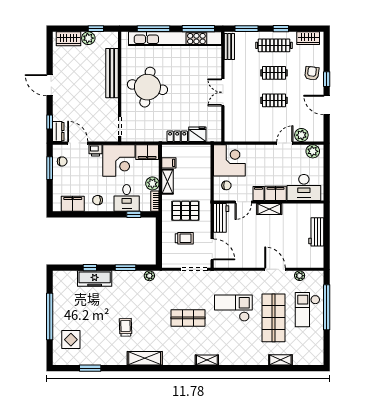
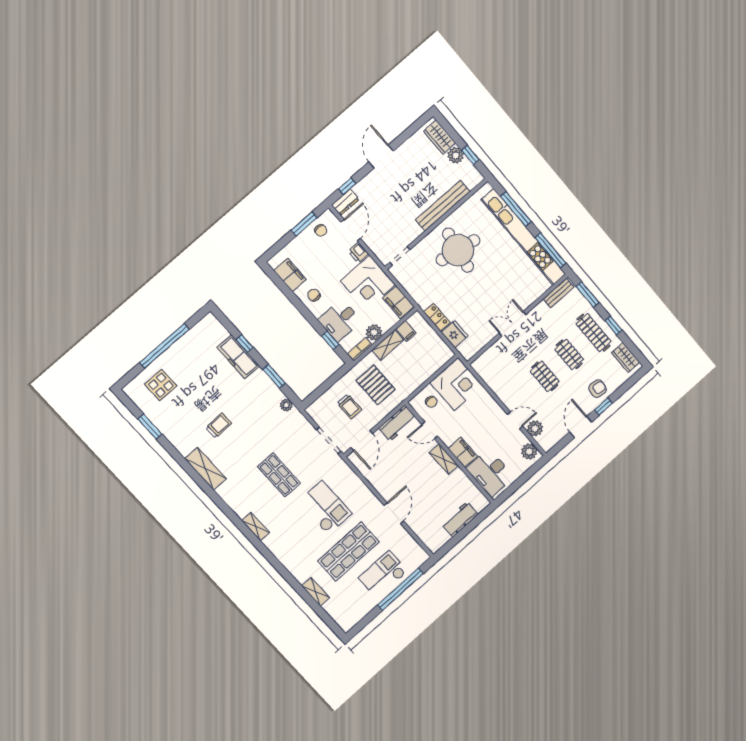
filing cabinet: (258, 193) -> (449, 437), removed
plant: (300, 276) -> (407, 540), removed

